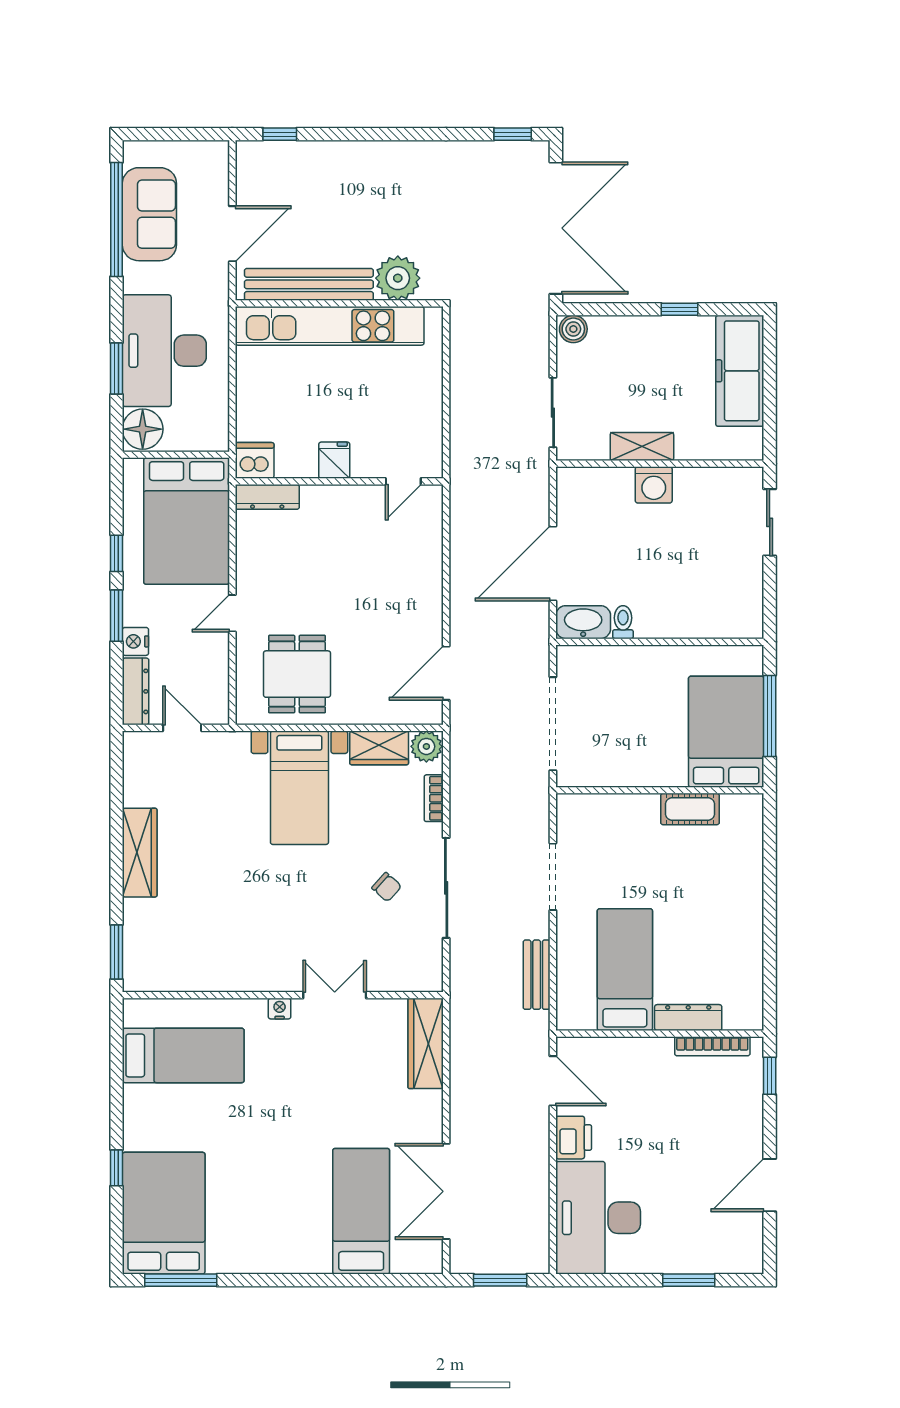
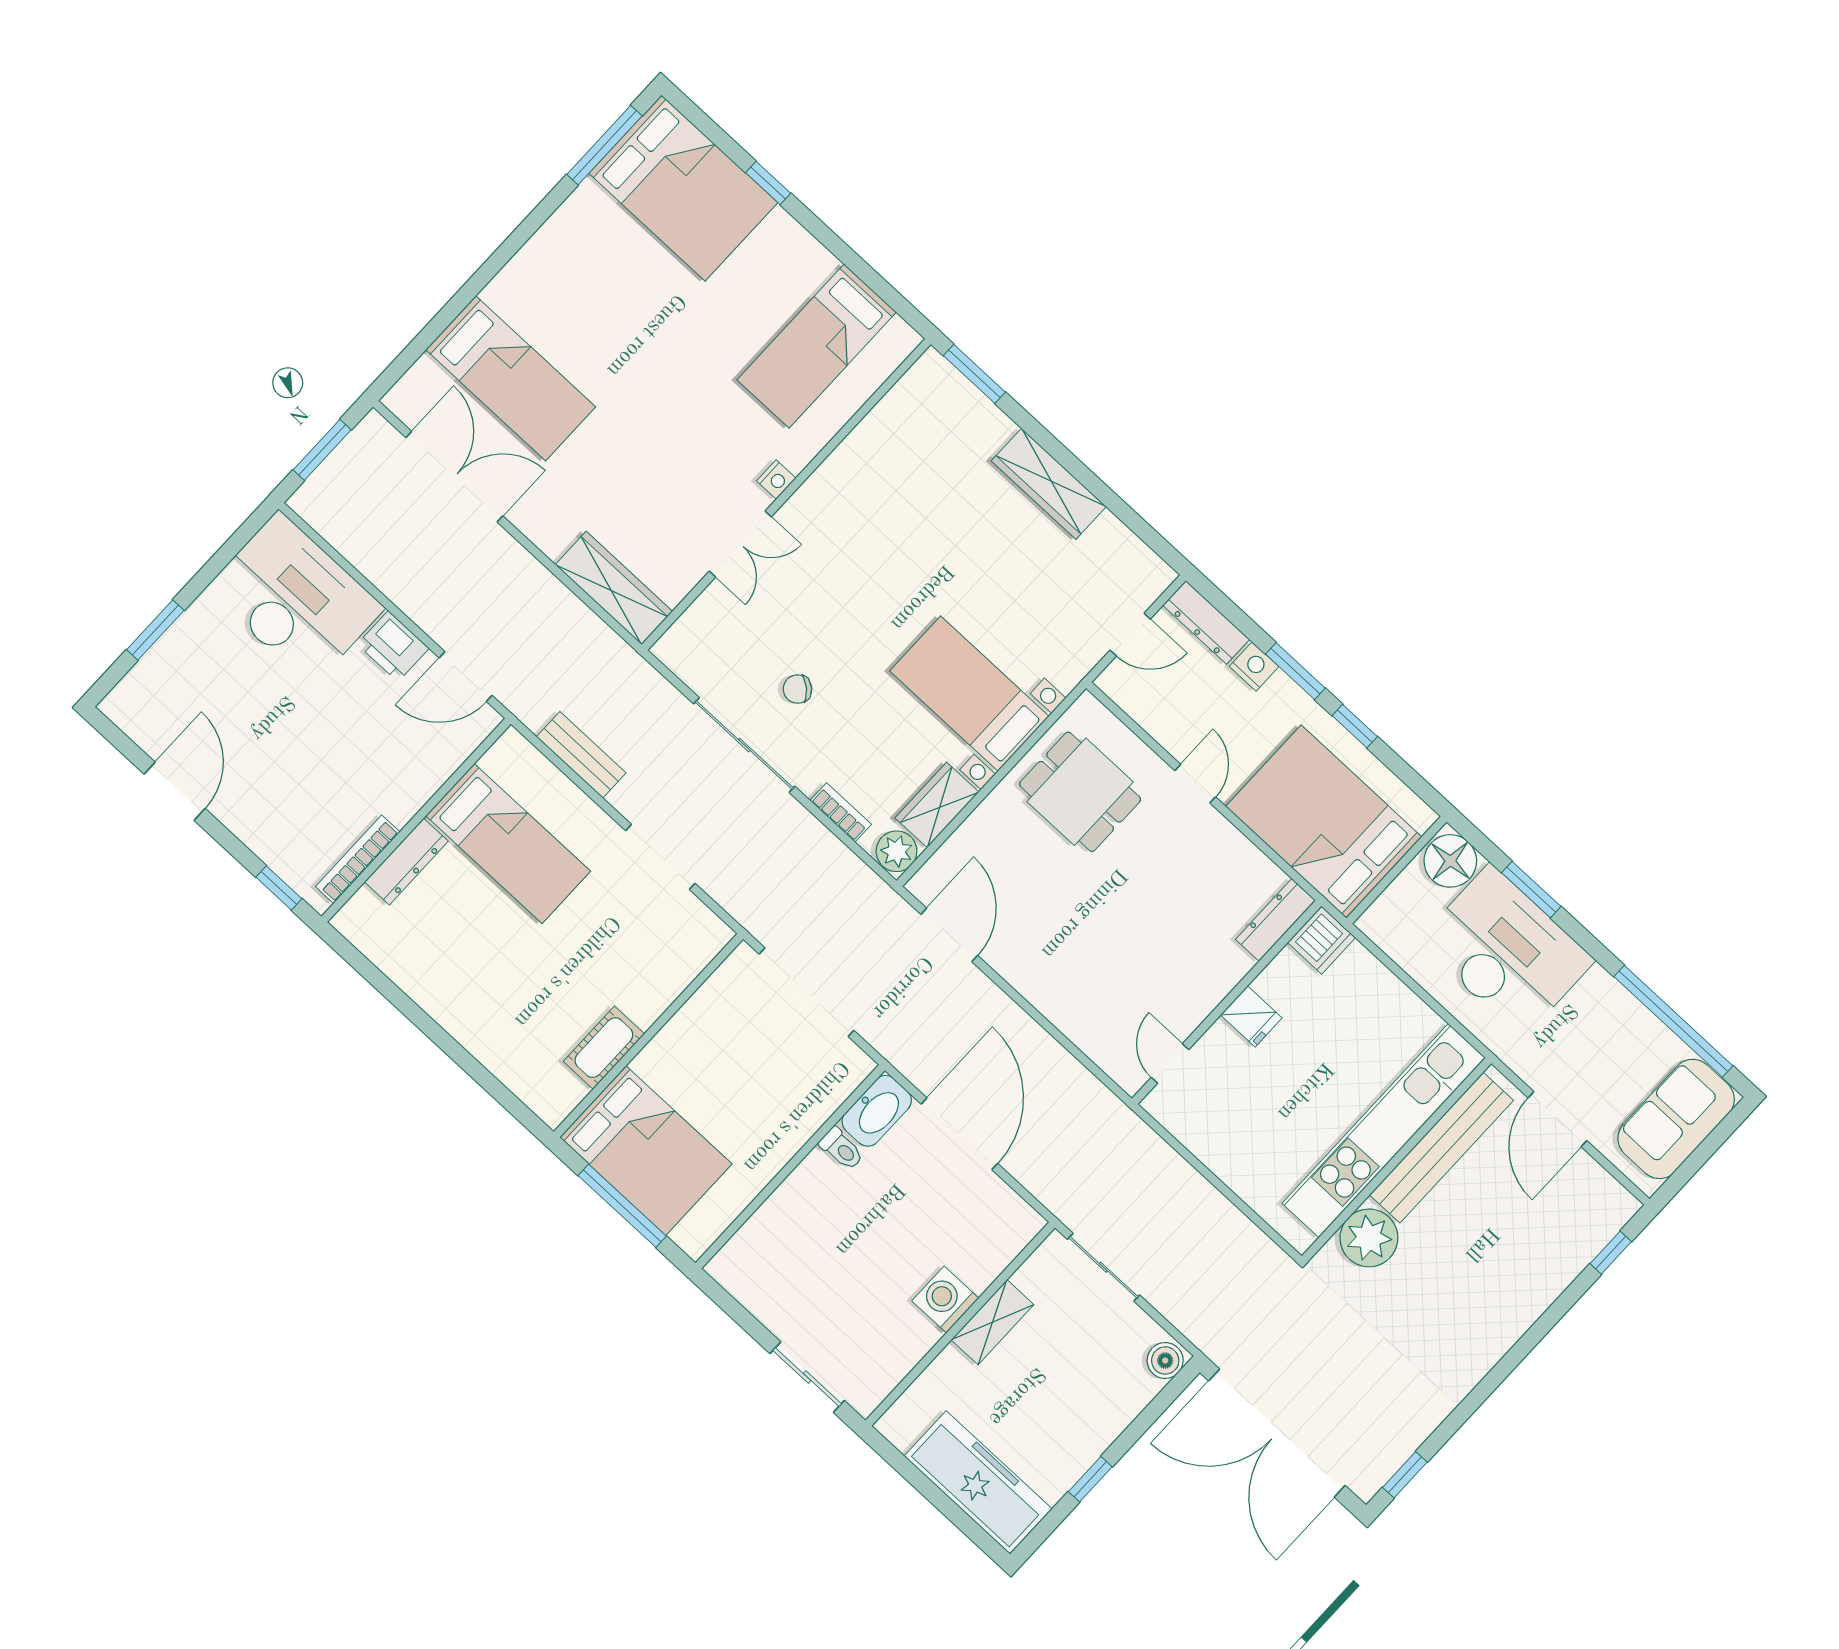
sofa: (149, 214) -> (1676, 1119), moved, turned 90

